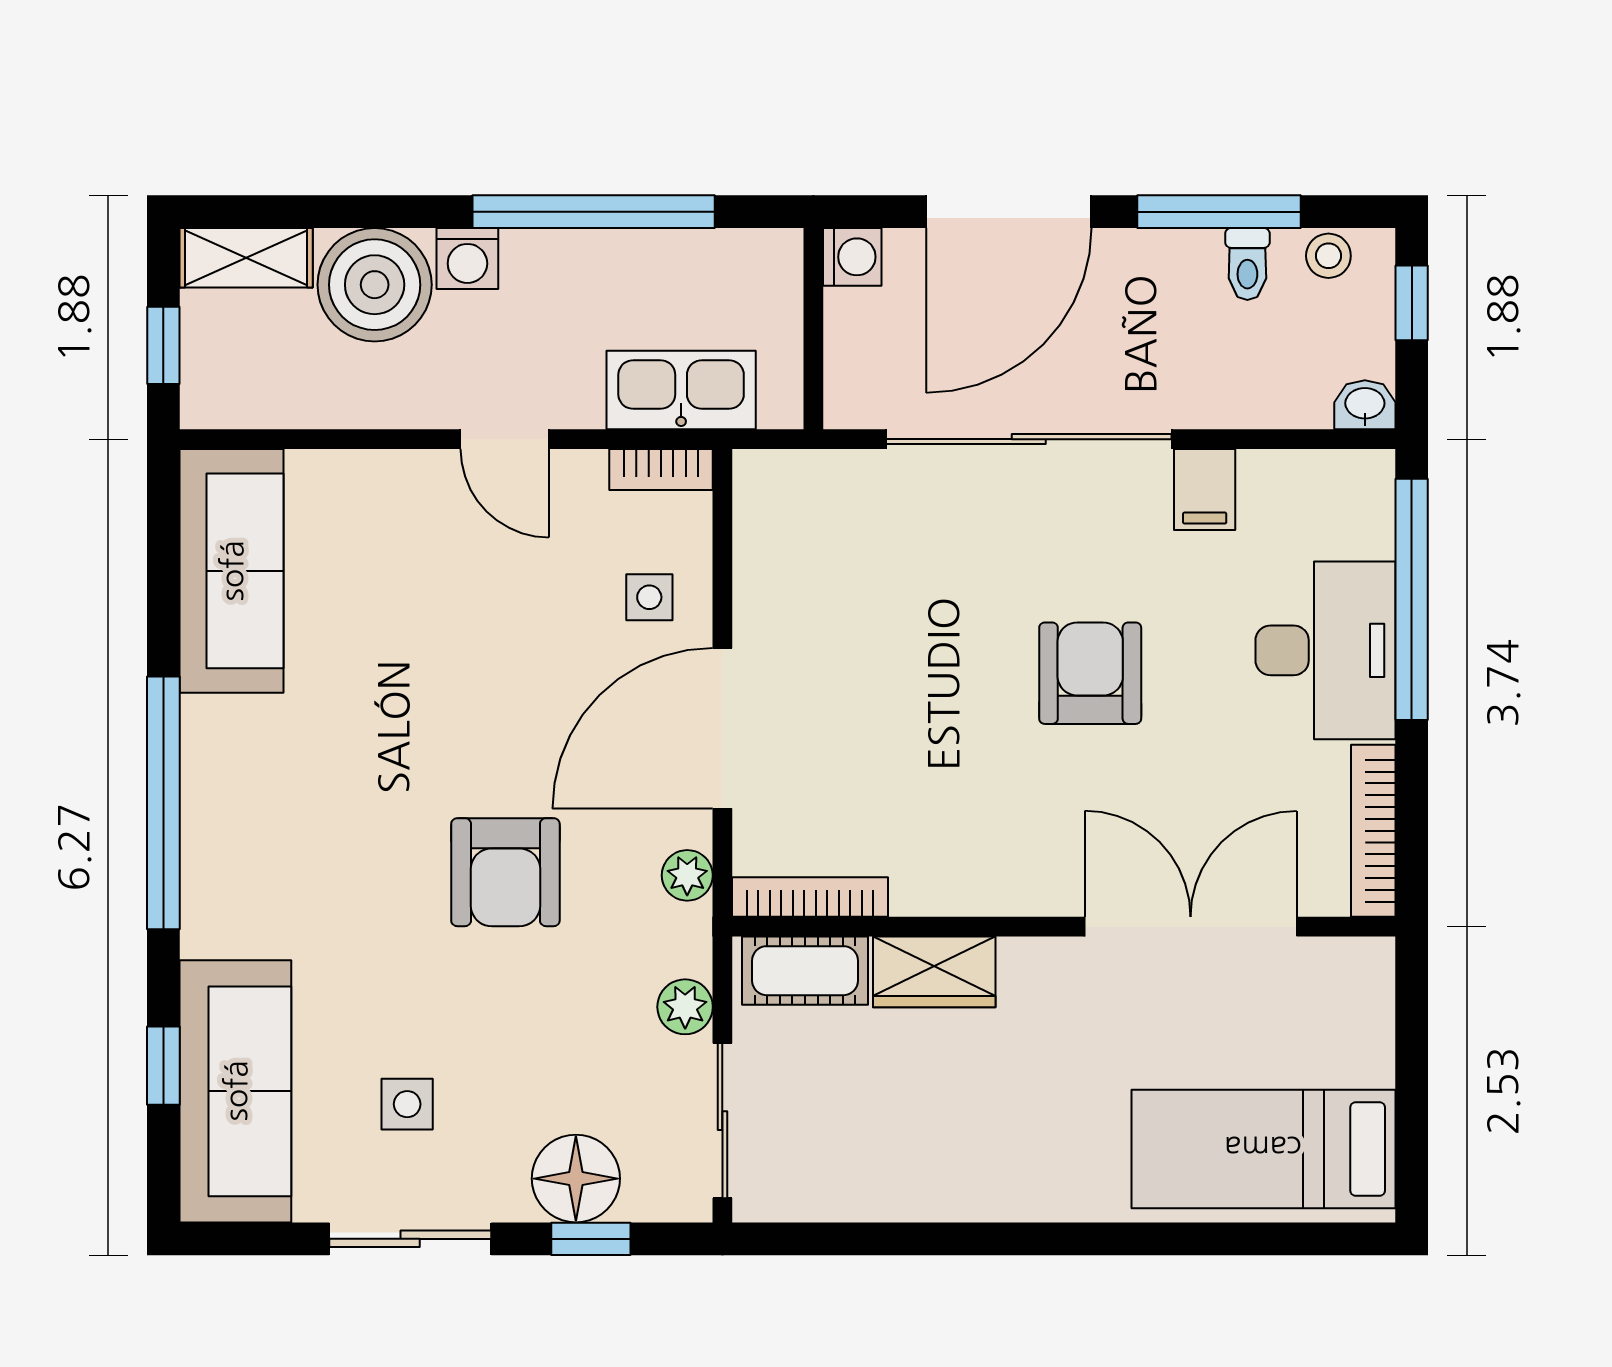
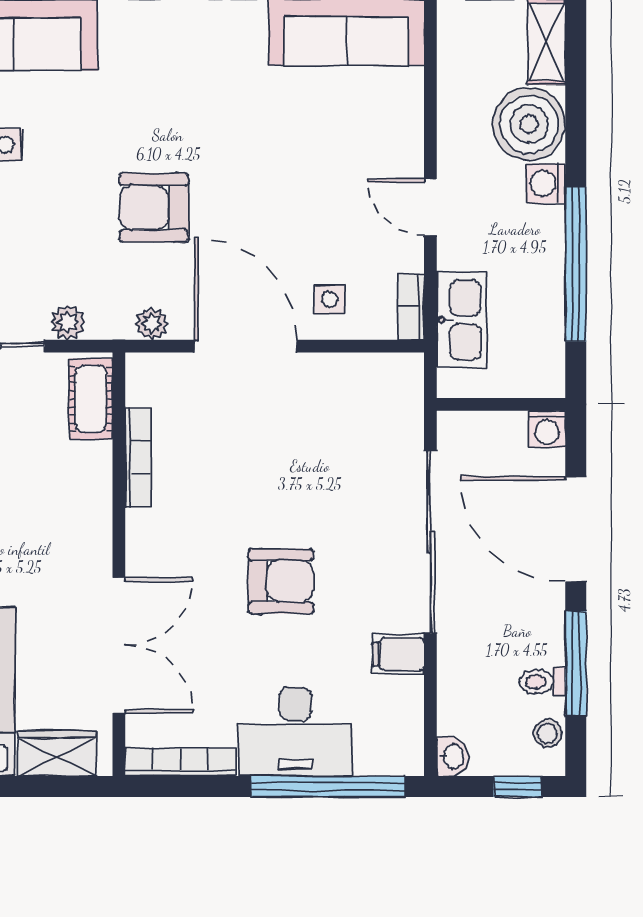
door: (505, 439) -> (430, 207), hinge flipped
bookcase: (810, 897) -> (138, 457), moved
wardrobe: (934, 972) -> (57, 753), moved, turned 90

